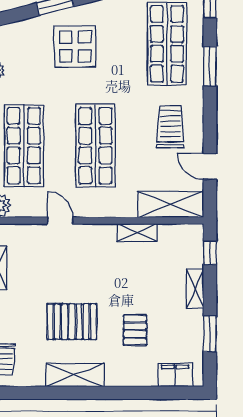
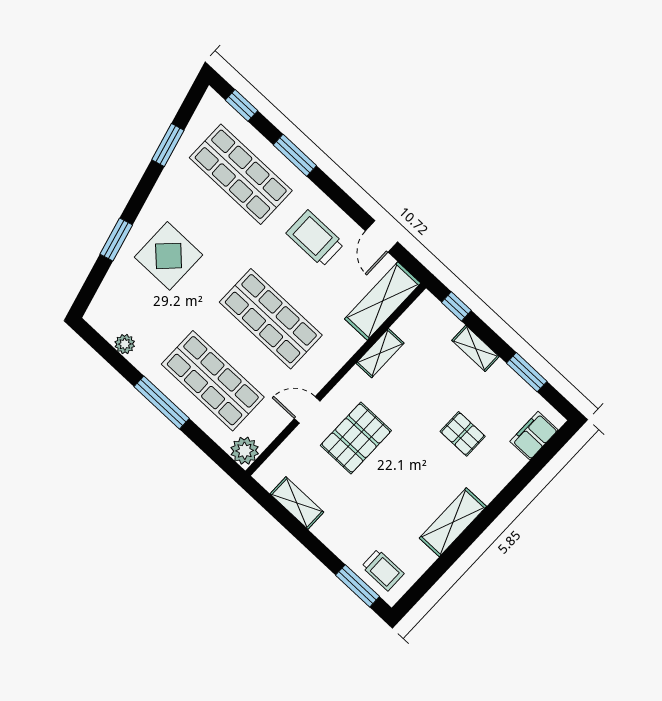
door: (210, 166) -> (382, 236), hinge flipped
pallet: (72, 322) -> (356, 438), moved

